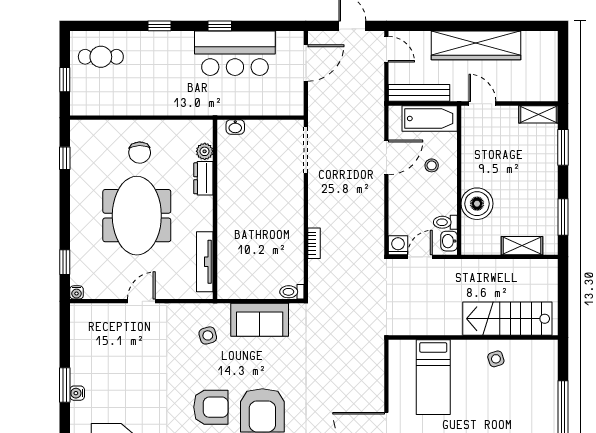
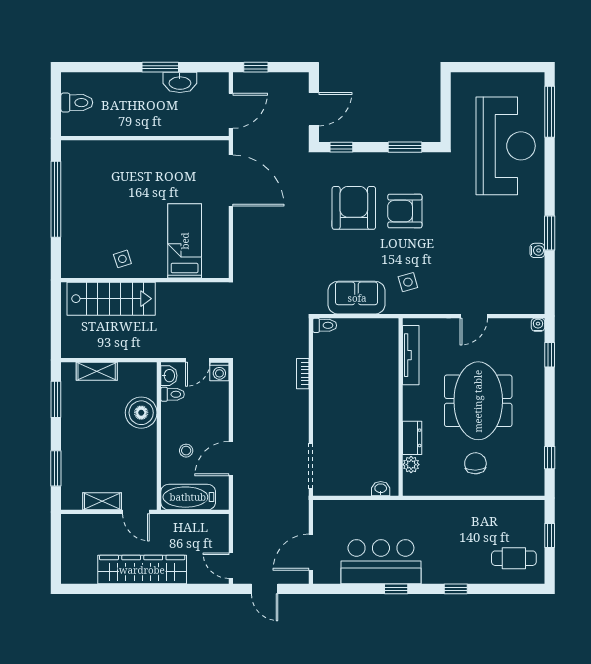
bench: (419, 93) -> (199, 522), removed
shelving: (538, 114) -> (102, 501), moved
water cooler: (77, 393) -> (537, 250), moved

